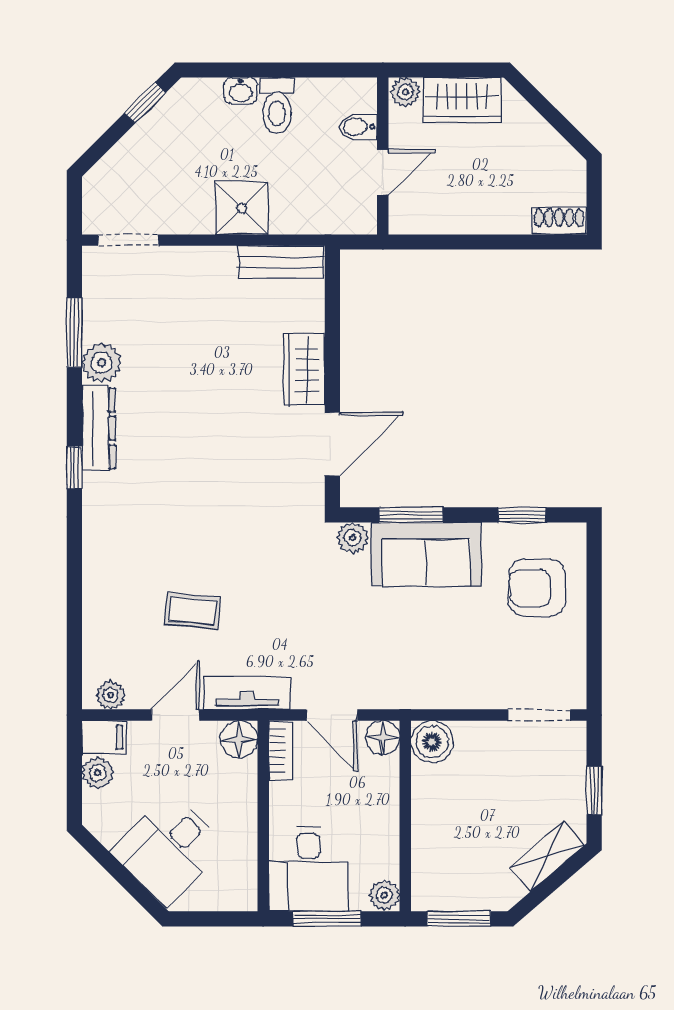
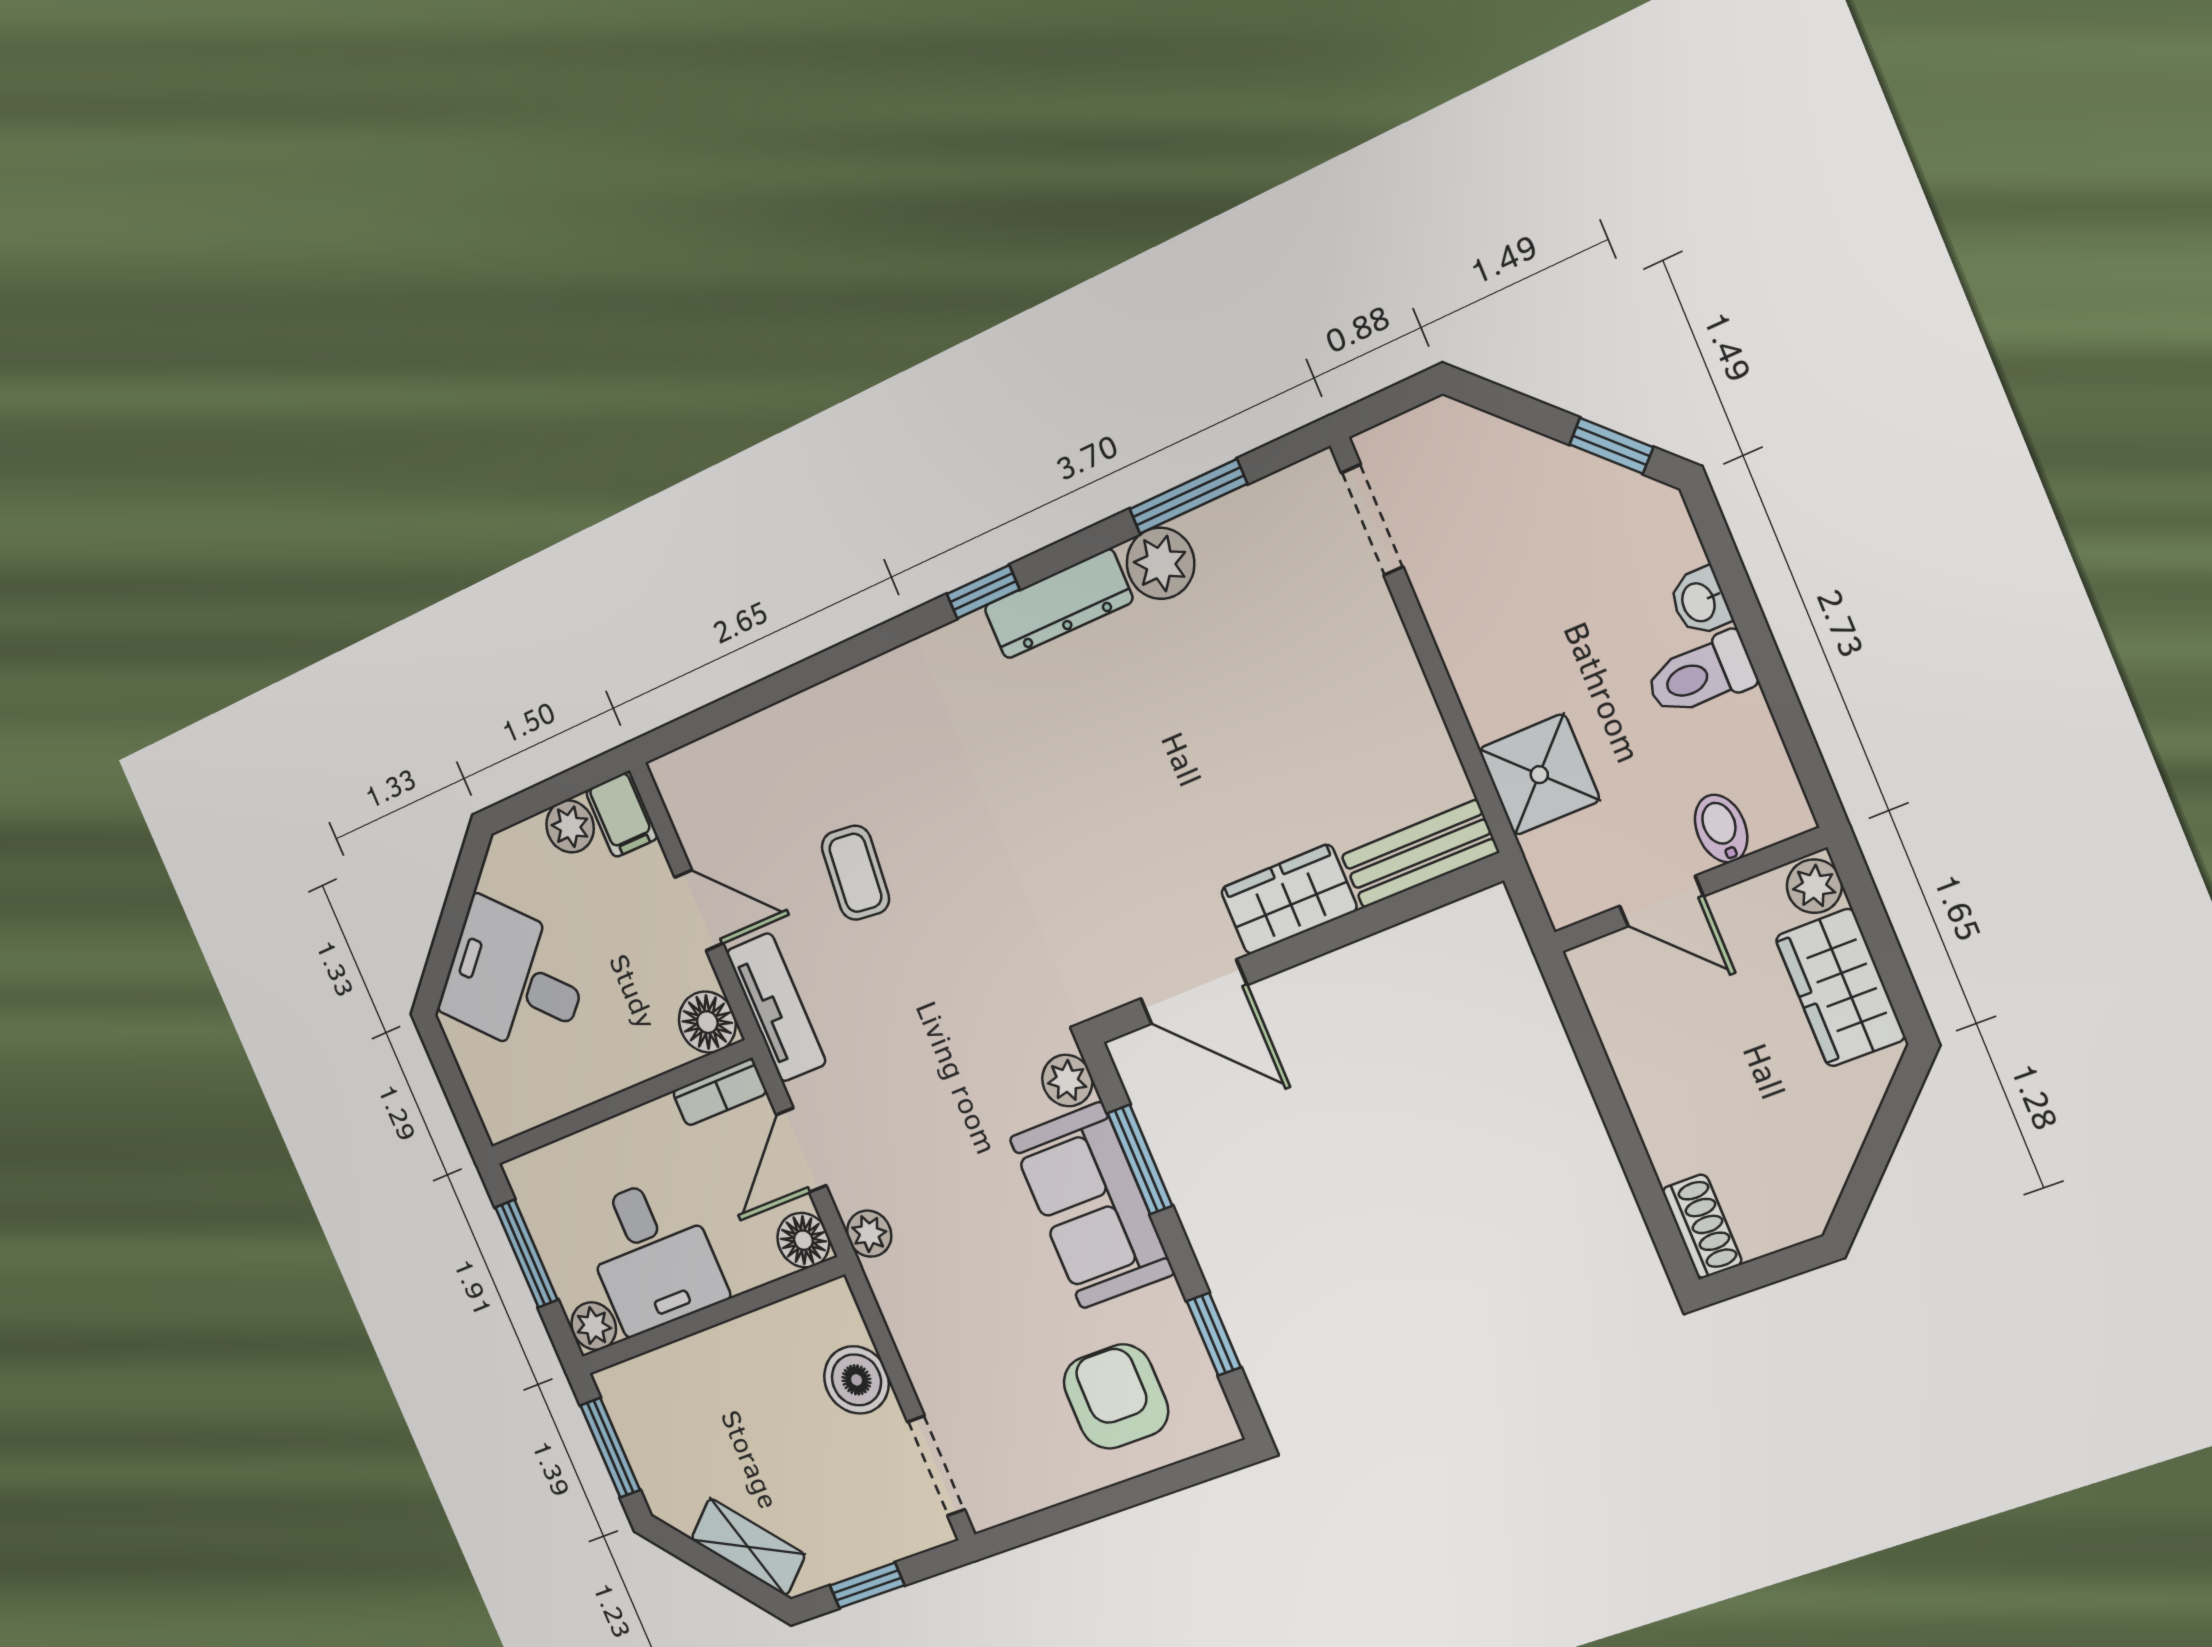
shower: (242, 208) -> (1539, 775), moved
bench: (281, 262) -> (1420, 854), moved, turned 90
plant: (111, 695) -> (869, 1234), moved
boiler: (432, 742) -> (856, 1380), moved
desk: (308, 869) -> (652, 1255), moved, turned -90

